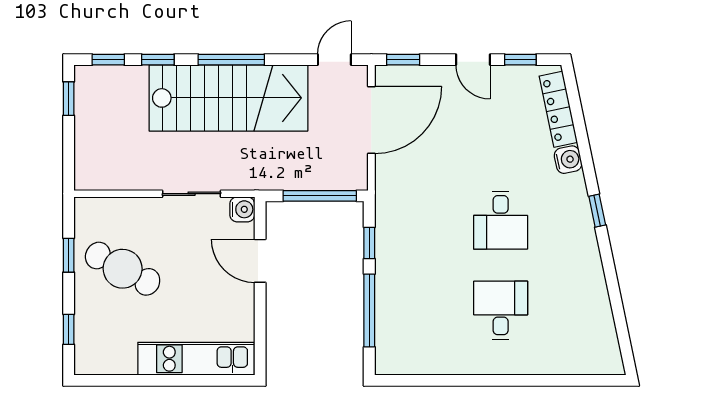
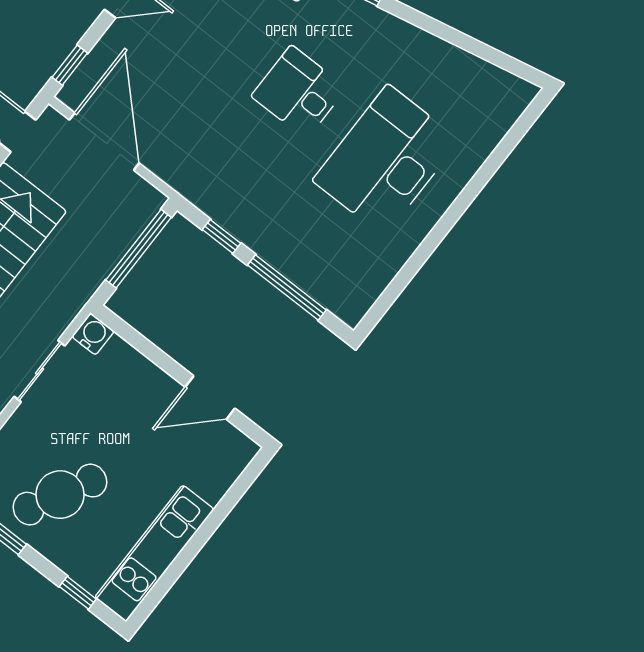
desk: (501, 220) -> (299, 92), turned 180
door: (260, 261) -> (210, 398), moved
desk: (501, 310) -> (386, 160), width x1.87, depth x1.30
kitchen unit: (196, 359) -> (154, 553), moved

